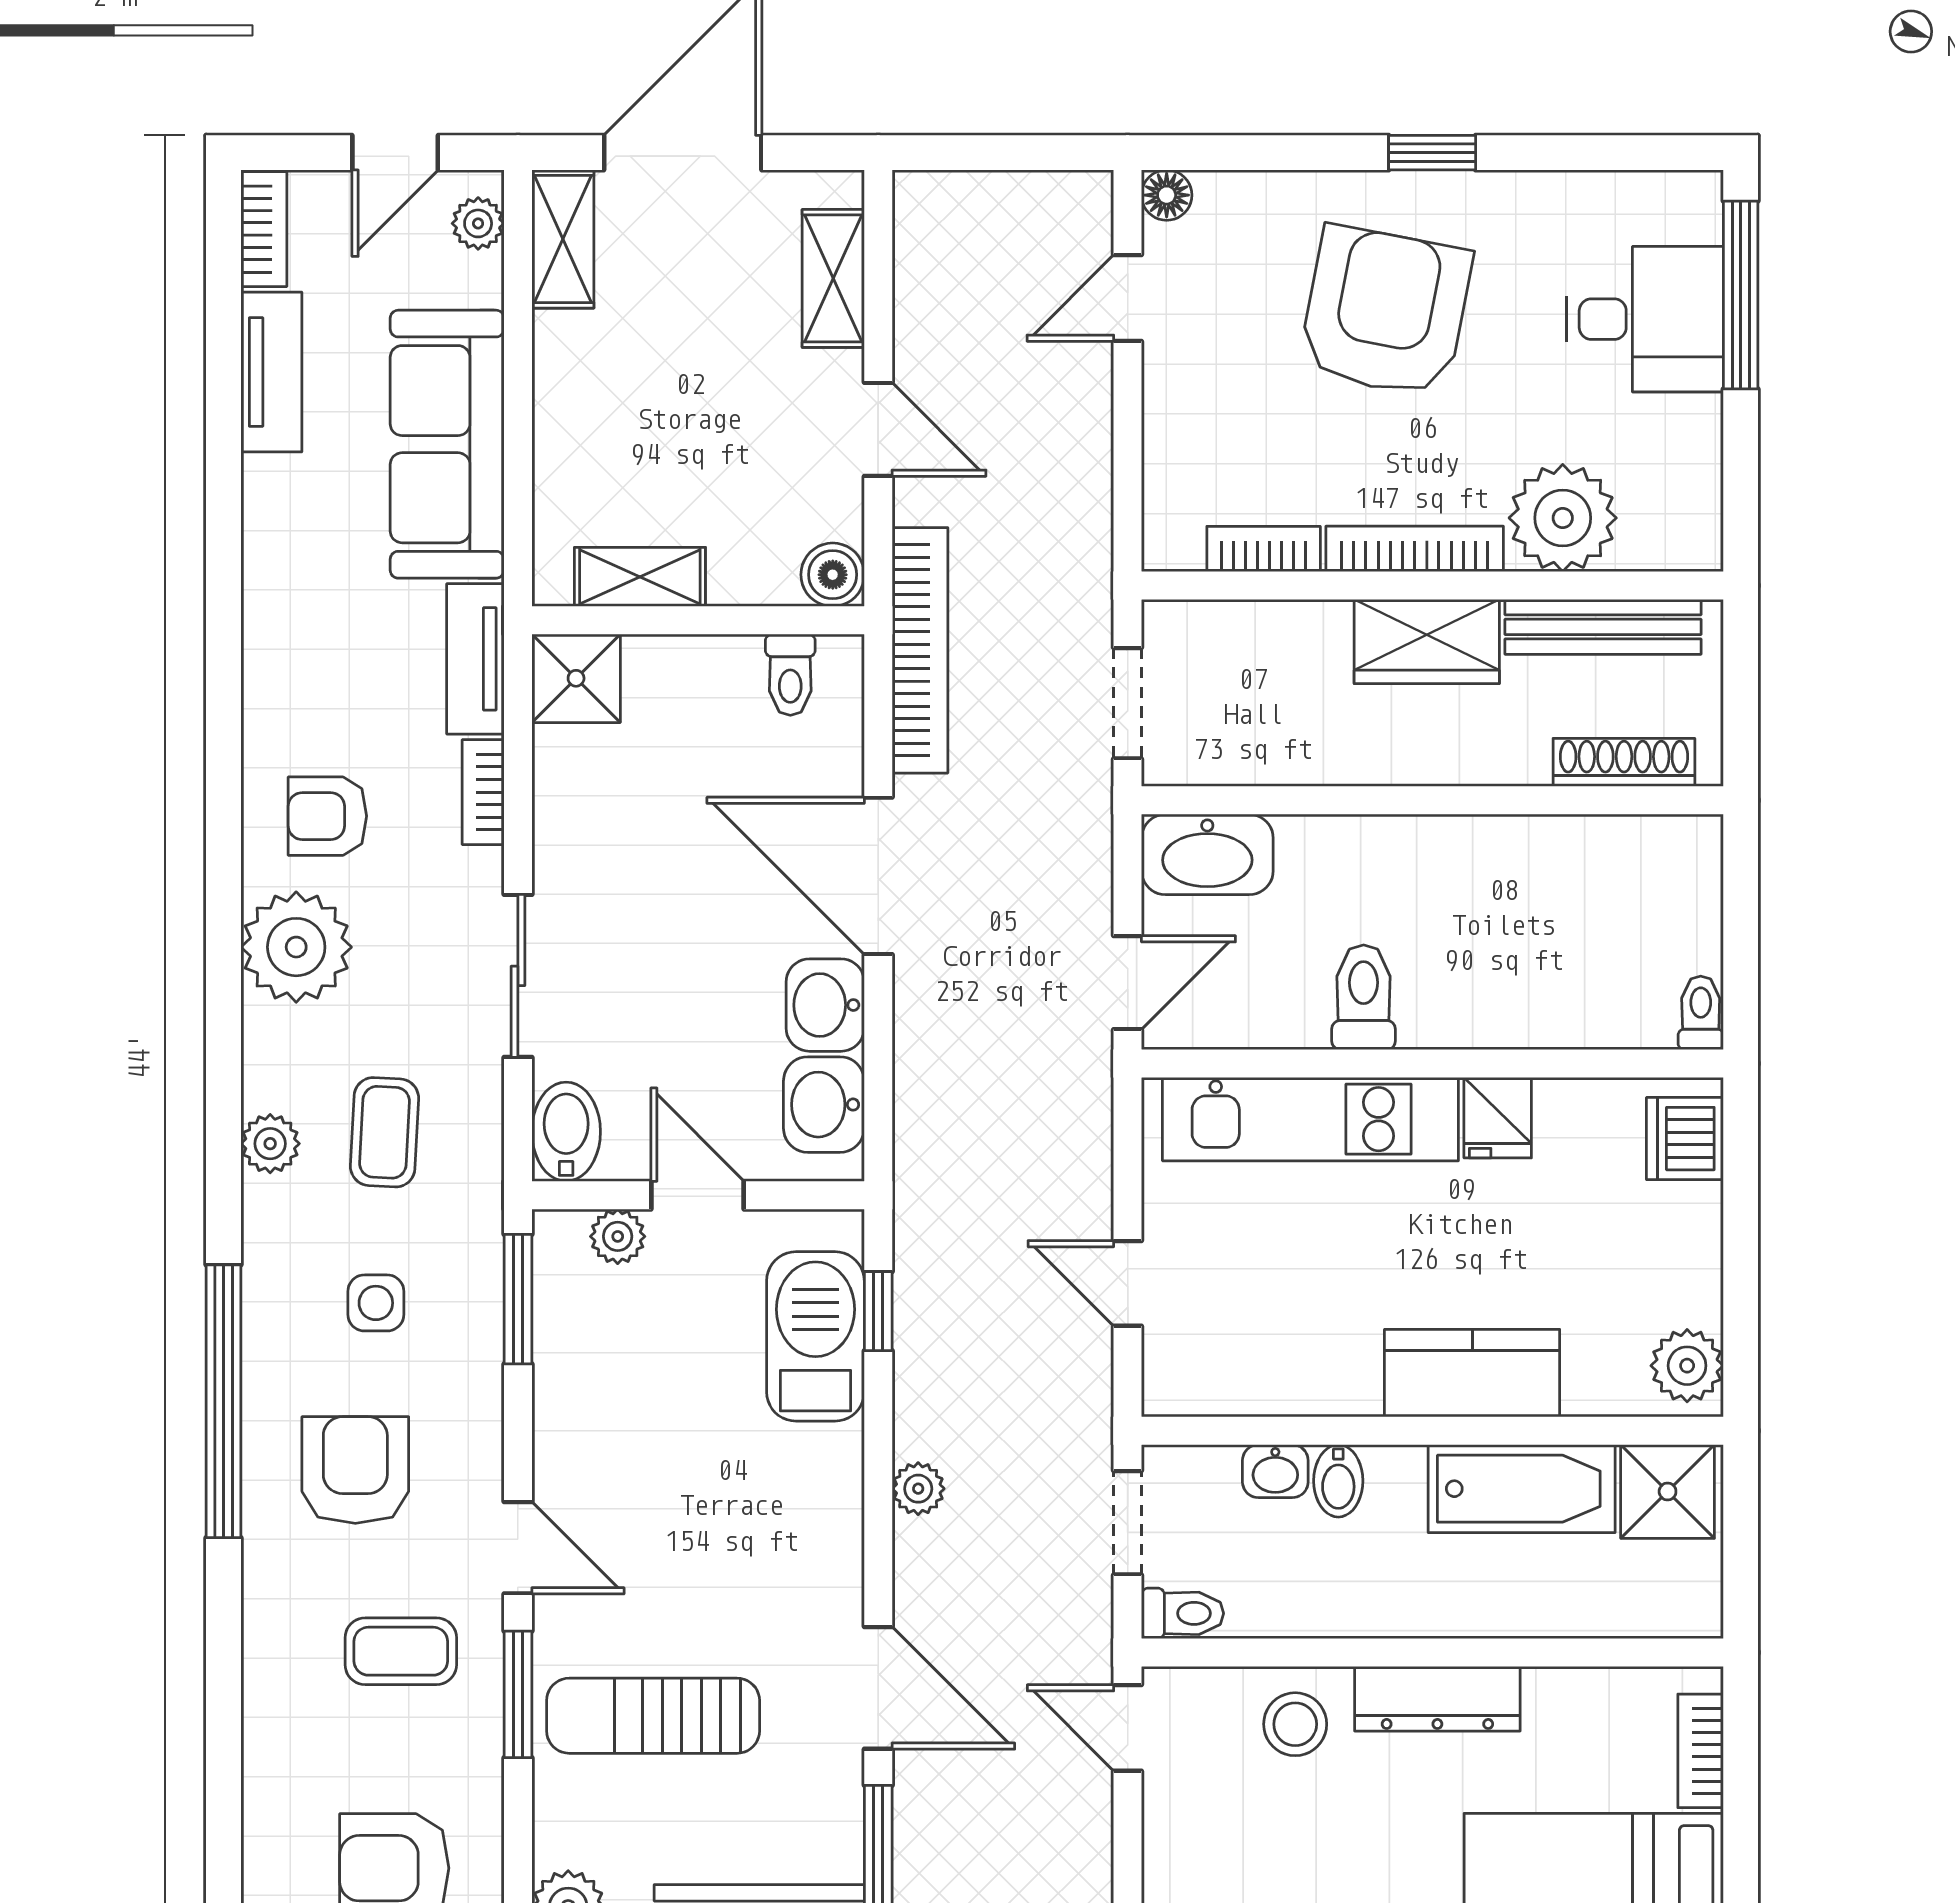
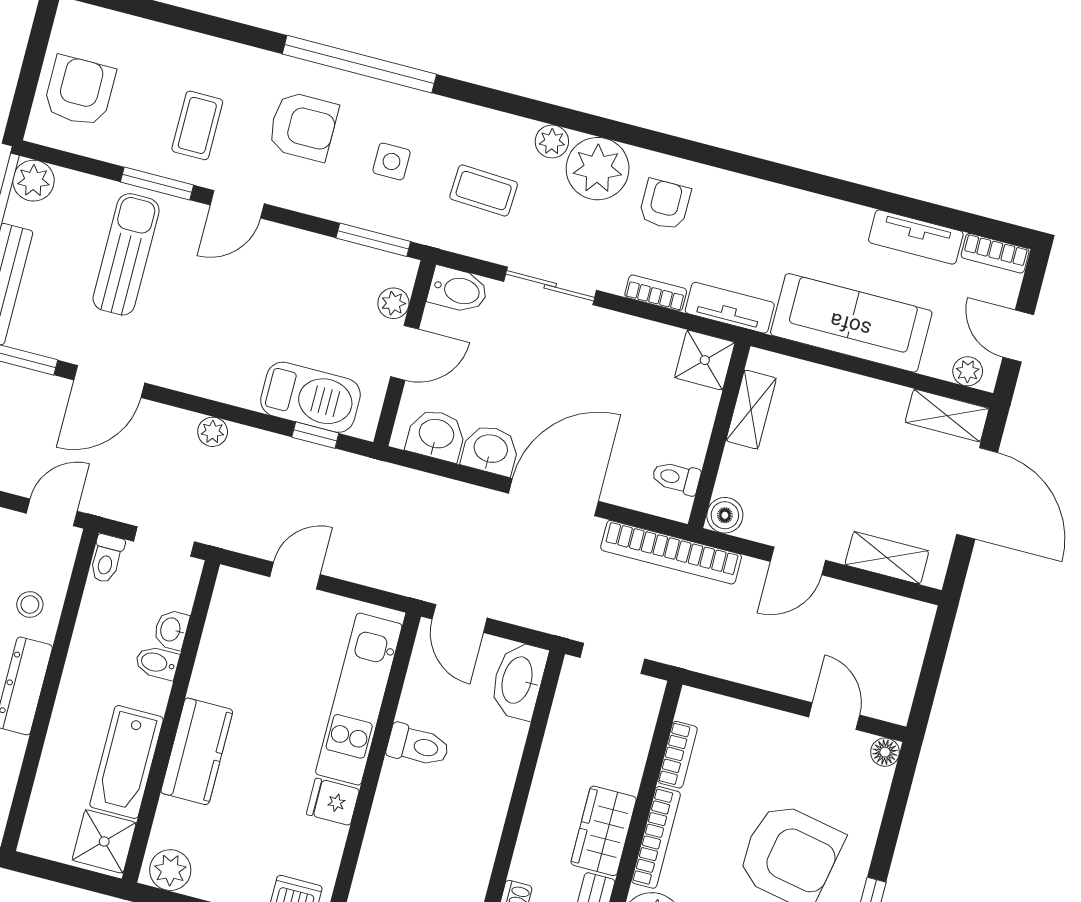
plant: (270, 1144) -> (552, 141), moved
stool: (1295, 1724) -> (30, 604), width x0.73, depth x0.73

